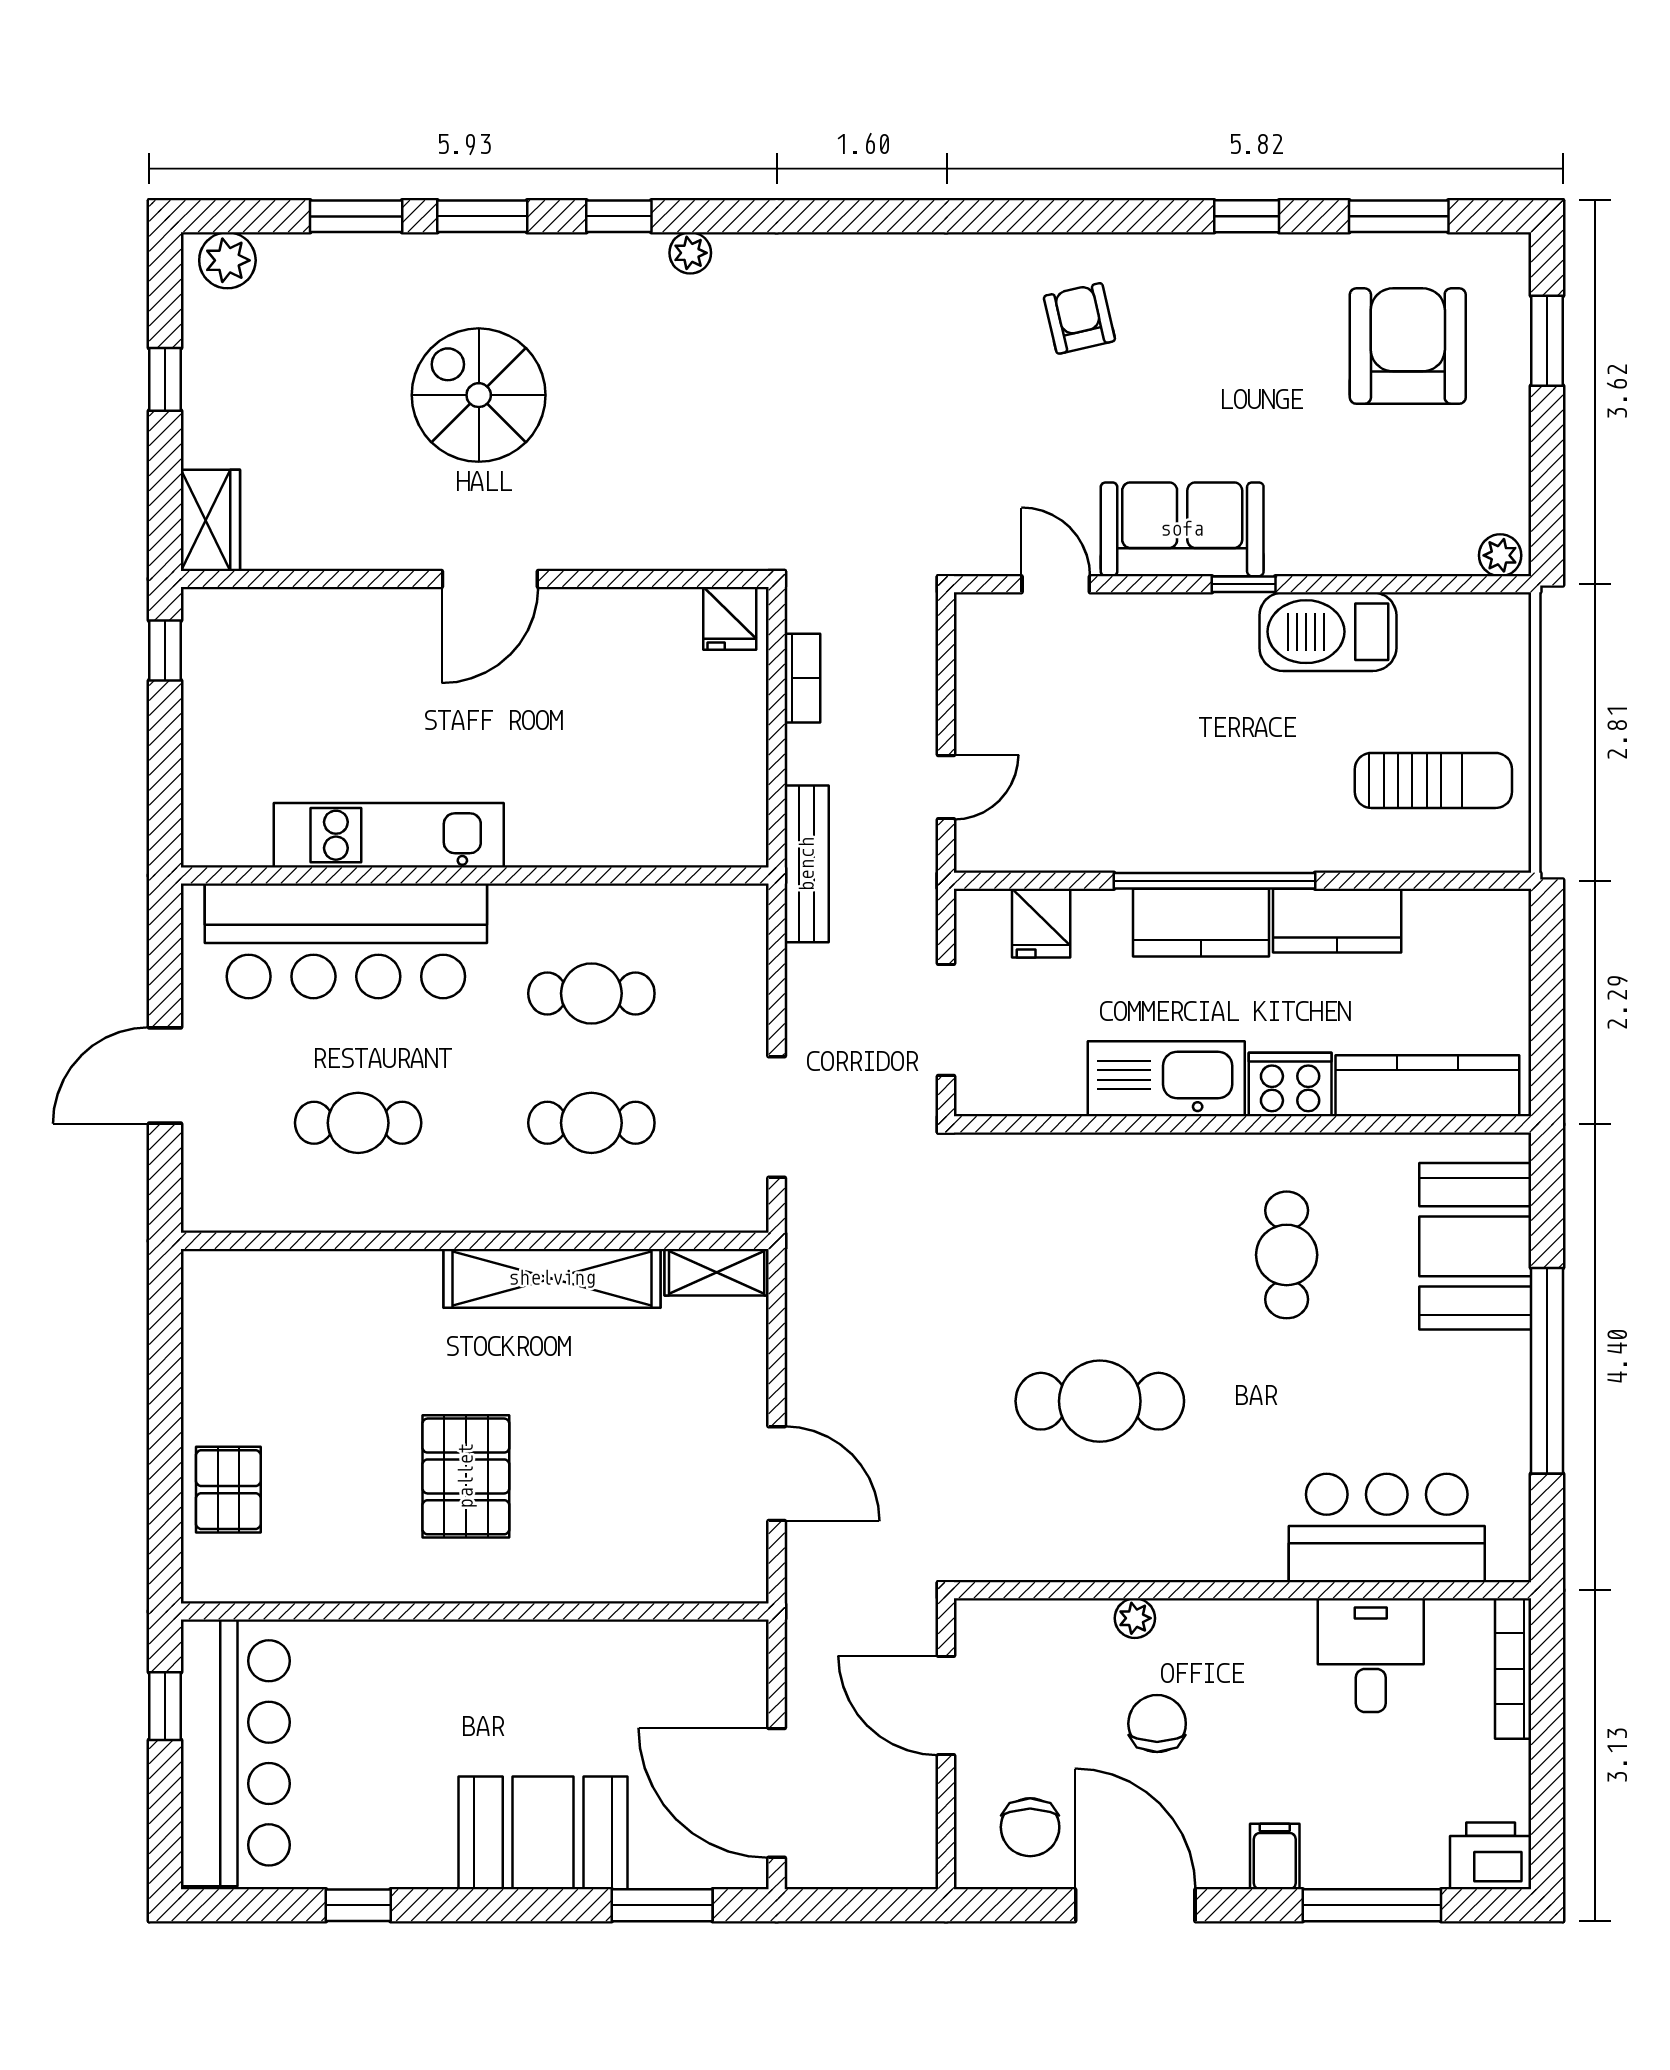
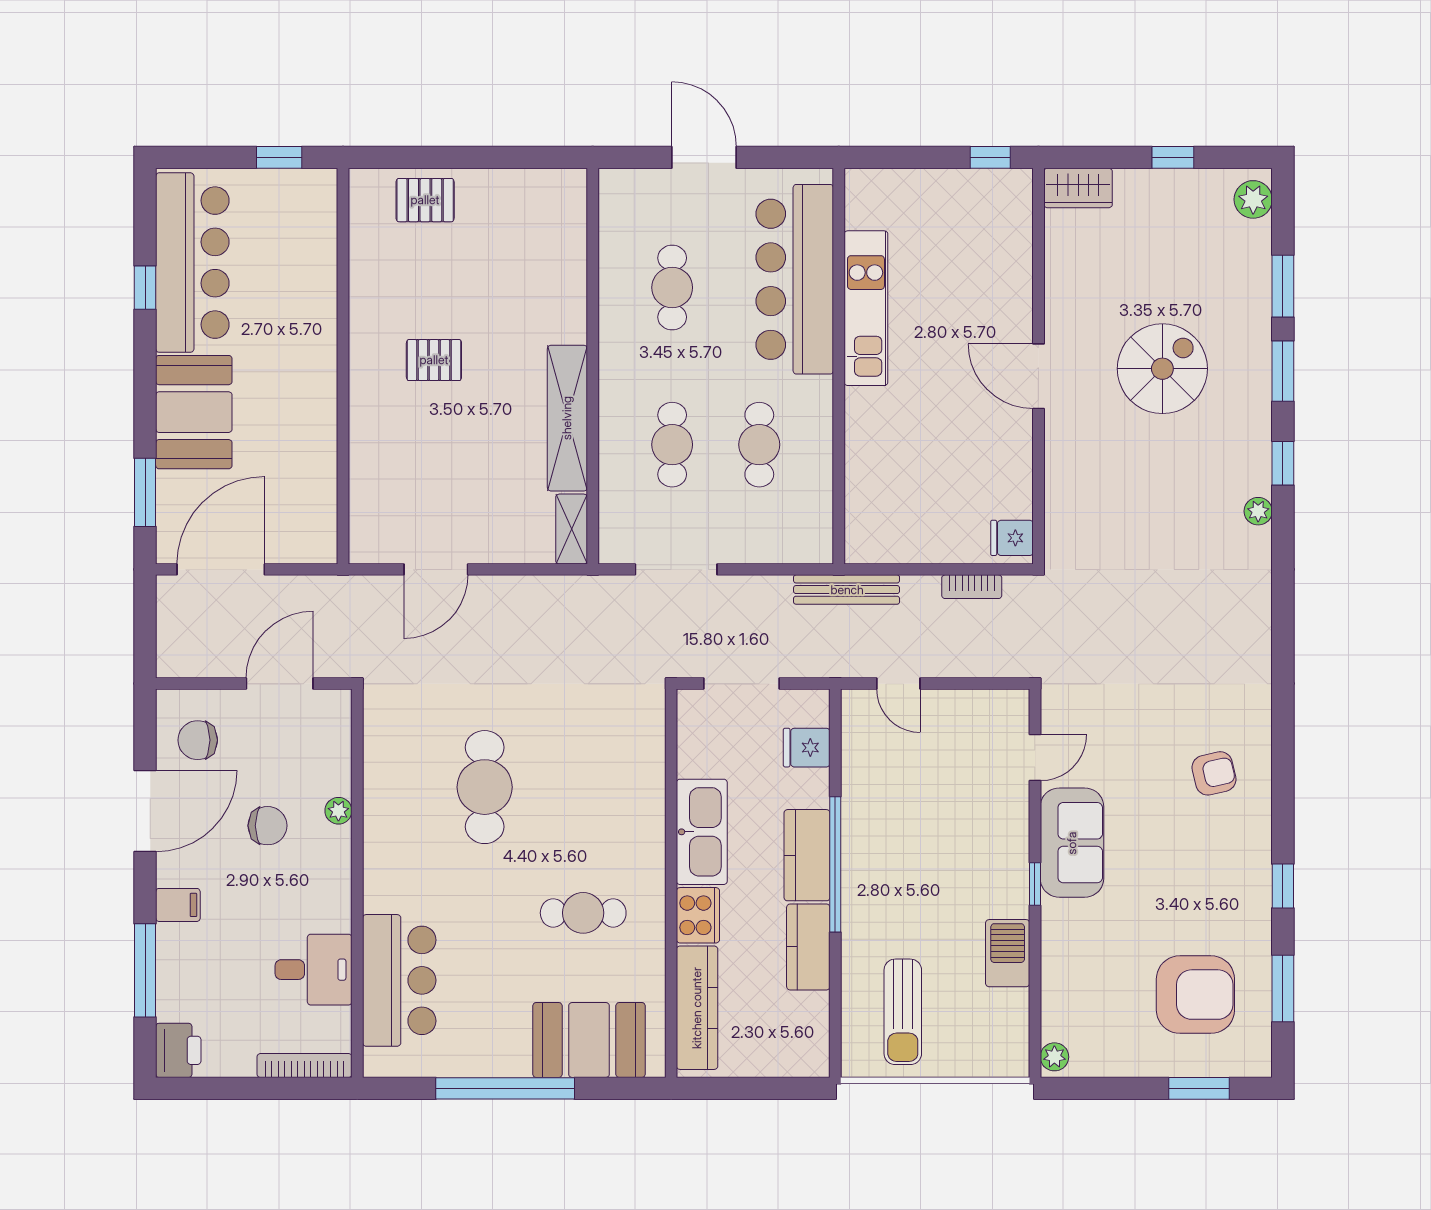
barbecue: (1328, 632) -> (1008, 953), width x0.73, depth x0.83
pallet: (466, 1476) -> (434, 360), width x0.67, depth x0.71
bar counter: (235, 1753) -> (192, 263), moved, turned -90

